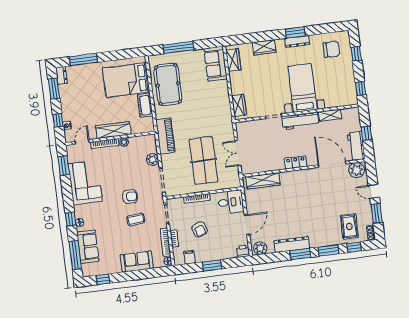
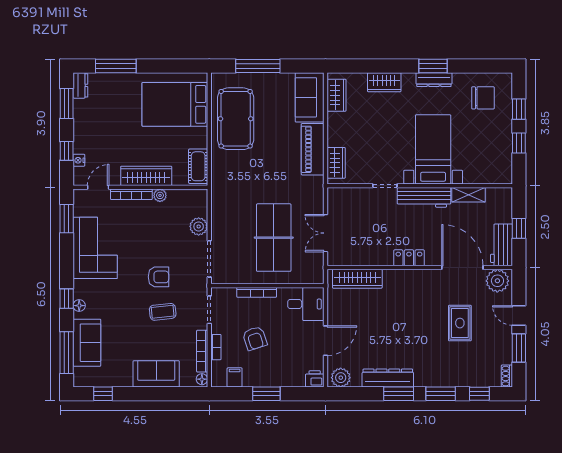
window: (361, 88) -> (519, 143), moved
cot: (145, 105) -> (198, 166), moved
piano: (165, 136) -> (313, 149), moved, turned 180
rug: (349, 226) -> (460, 323), moved

